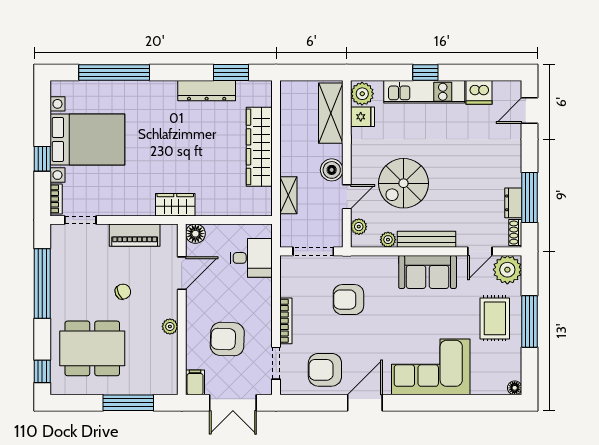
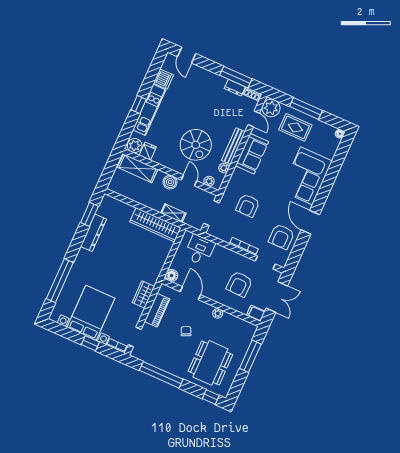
wardrobe: (259, 147) -> (155, 225), moved
wardrobe: (175, 205) -> (143, 294), moved

